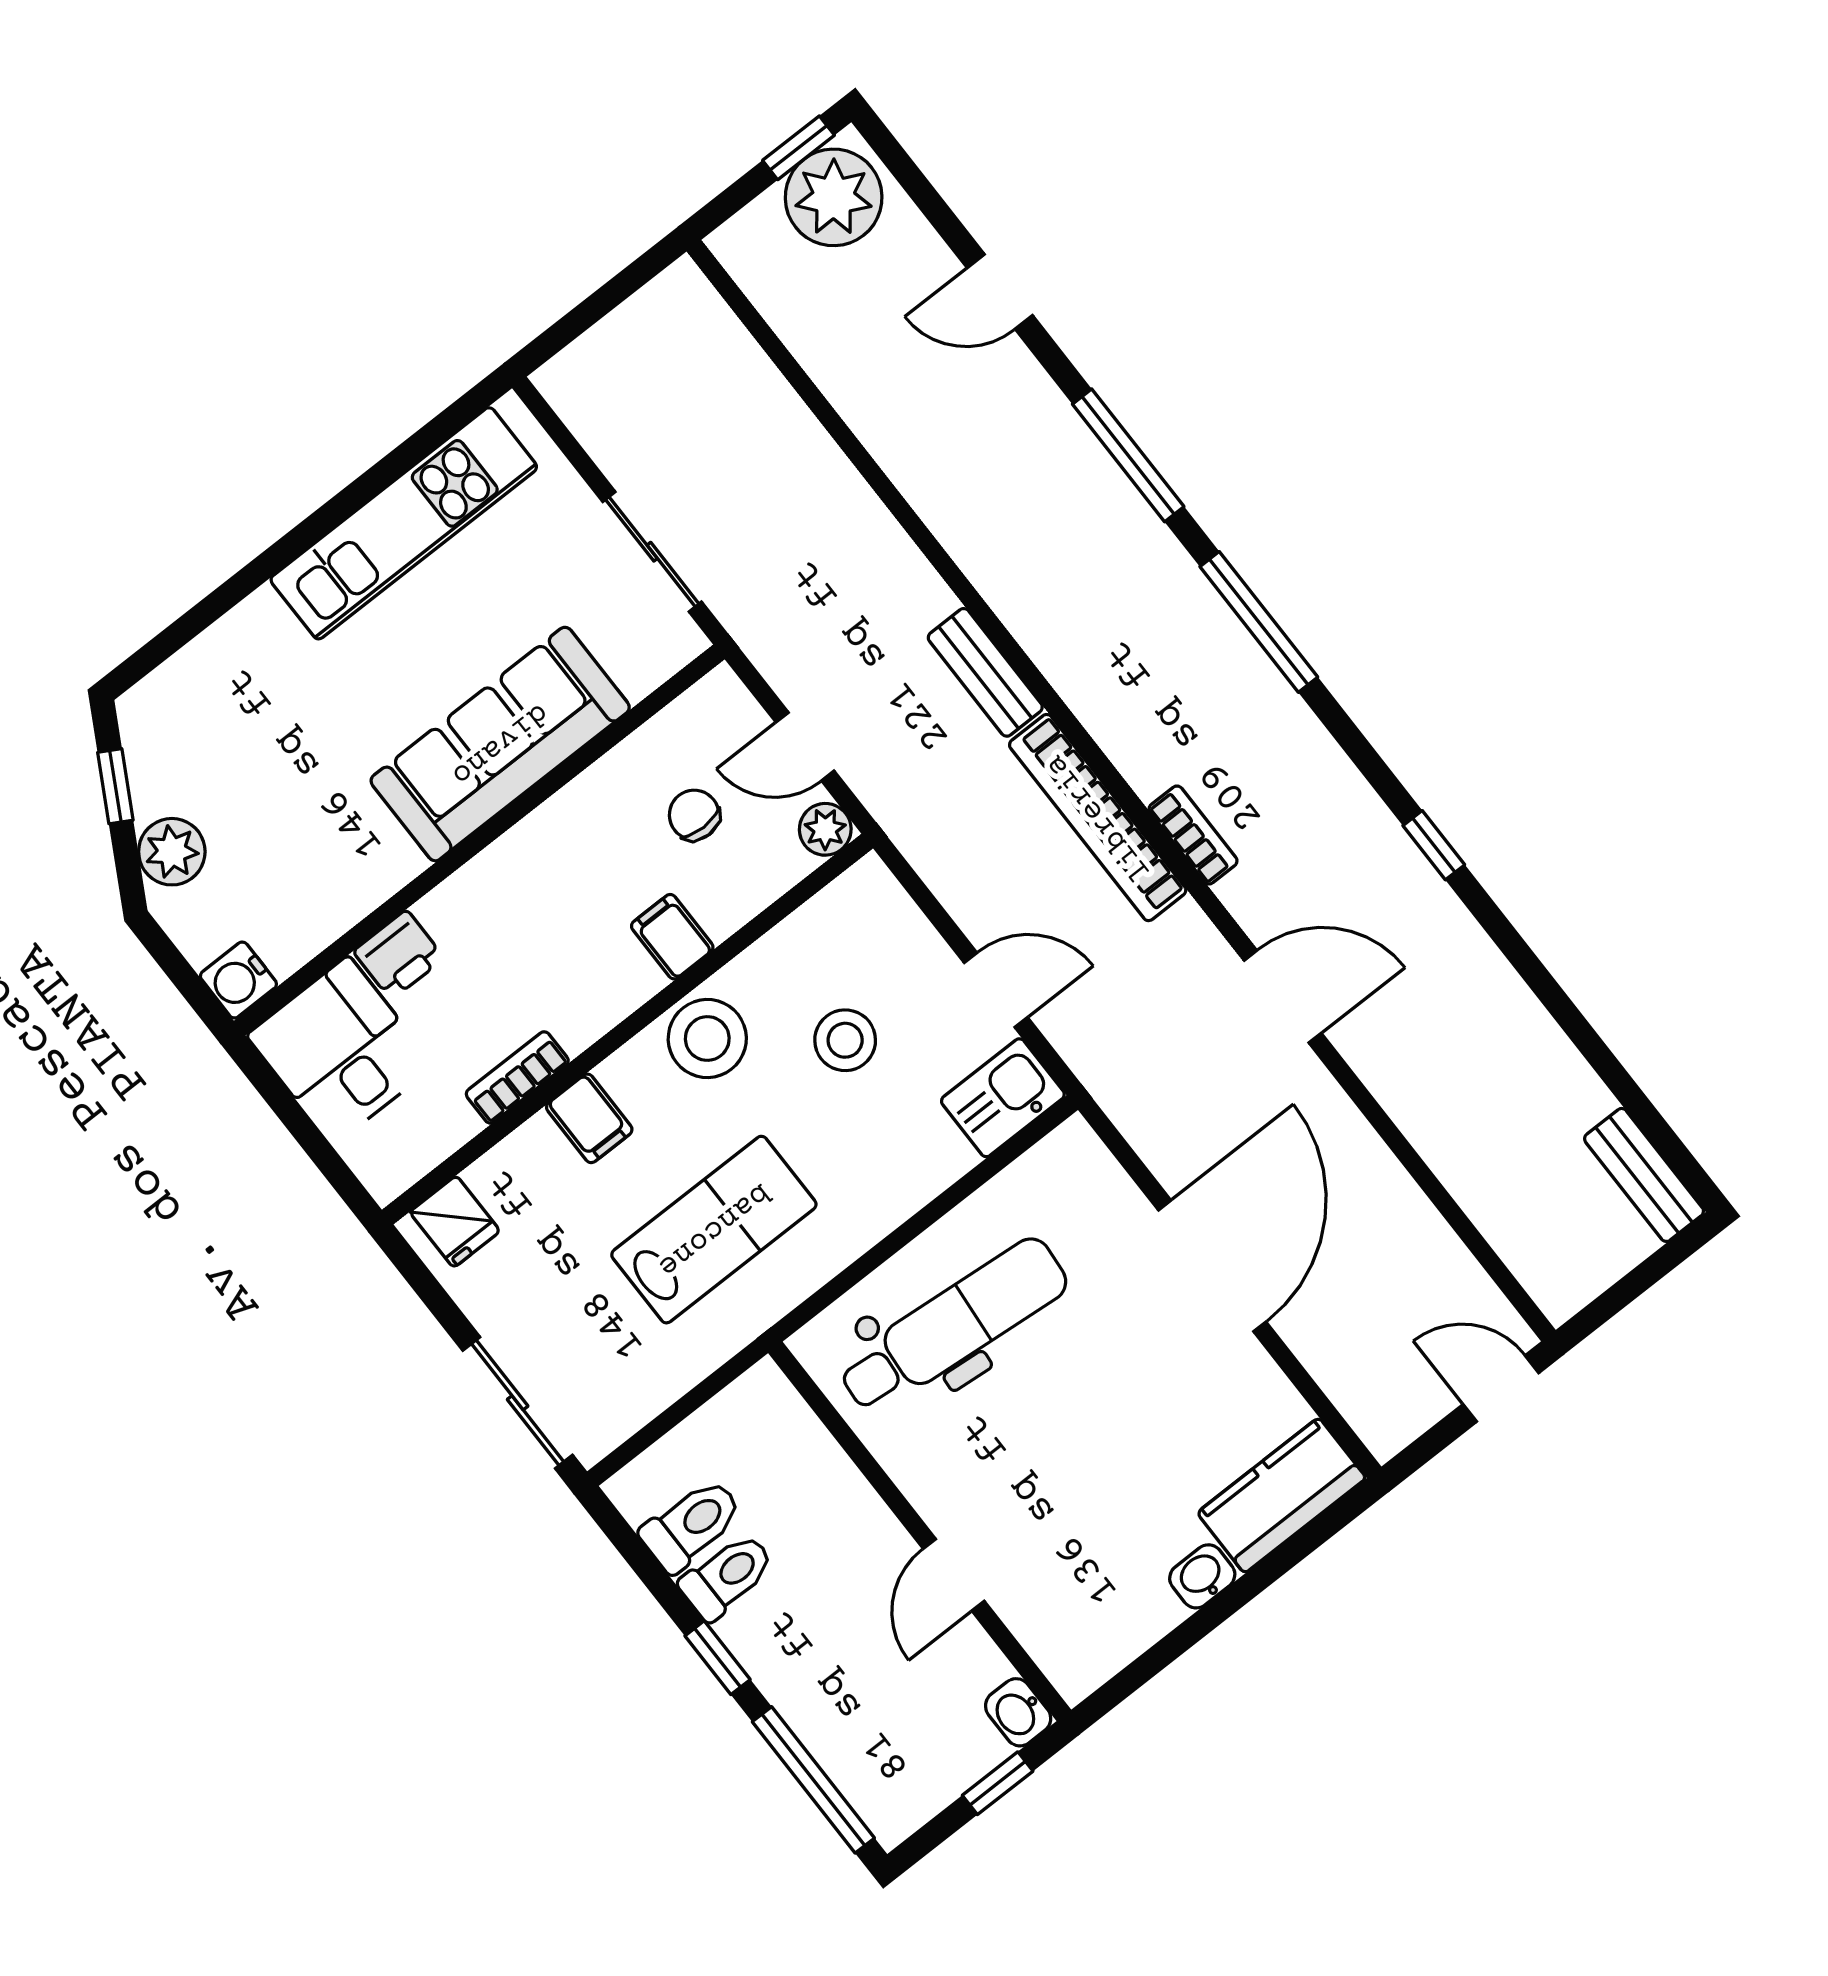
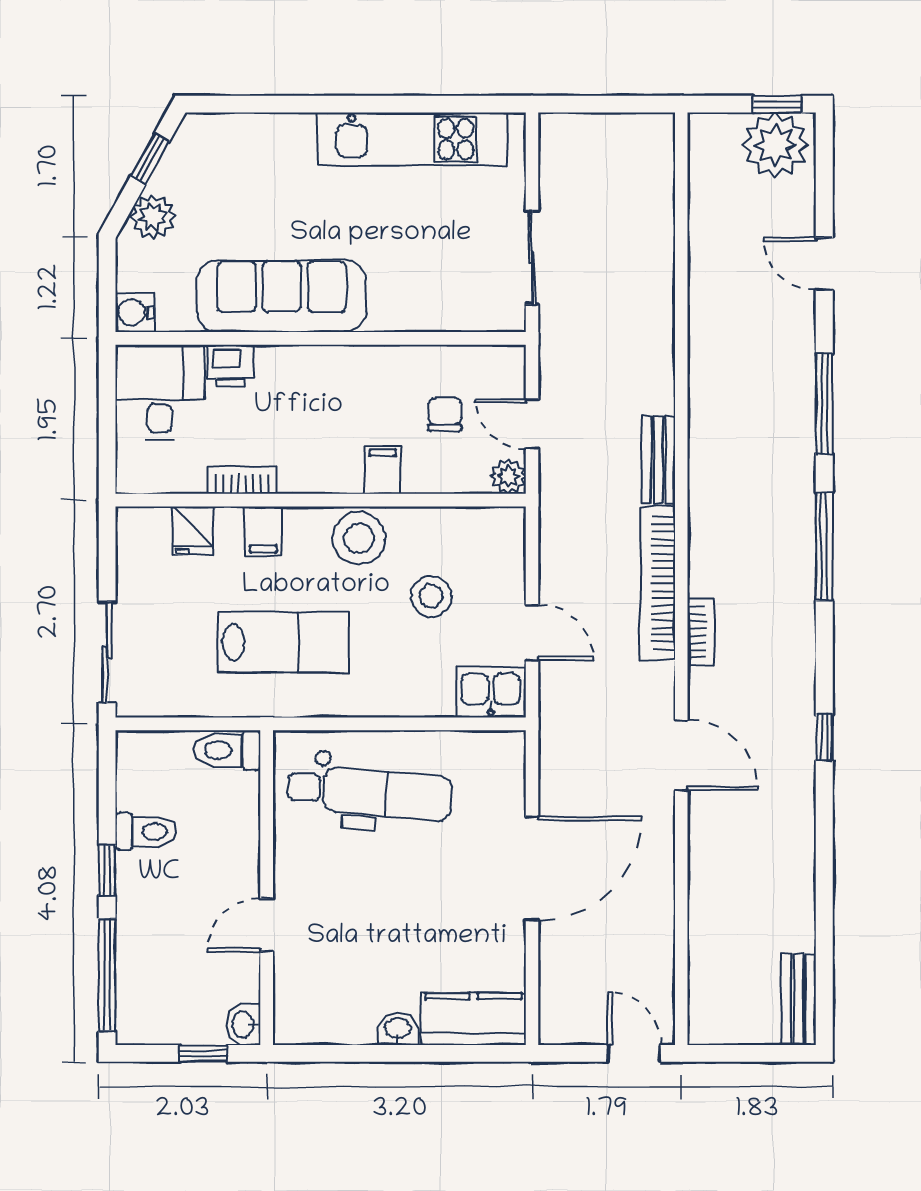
sofa: (500, 744) -> (282, 296), moved
fridge: (455, 1222) -> (193, 530), moved
toilet: (691, 1525) -> (227, 750), moved, turned 180

